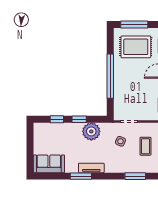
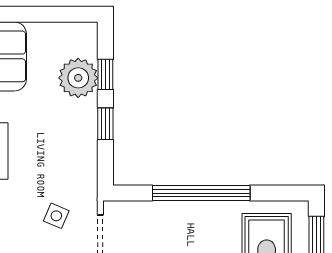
plant: (91, 131) -> (78, 78), moved

